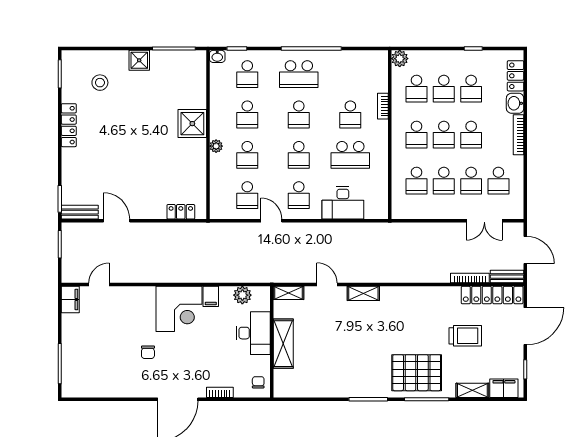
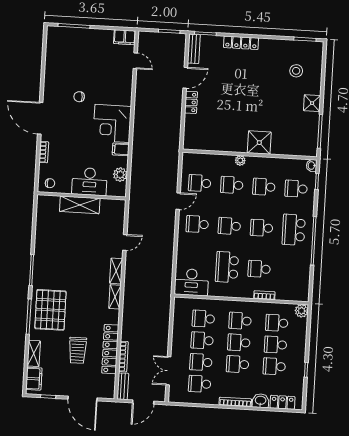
locker: (69, 125) -> (241, 43), moved
desk: (343, 203) -> (191, 282), moved, turned -90
locker: (181, 212) -> (191, 102), moved
shelving: (288, 293) -> (115, 297), moved
locker: (492, 295) -> (110, 349), moved

